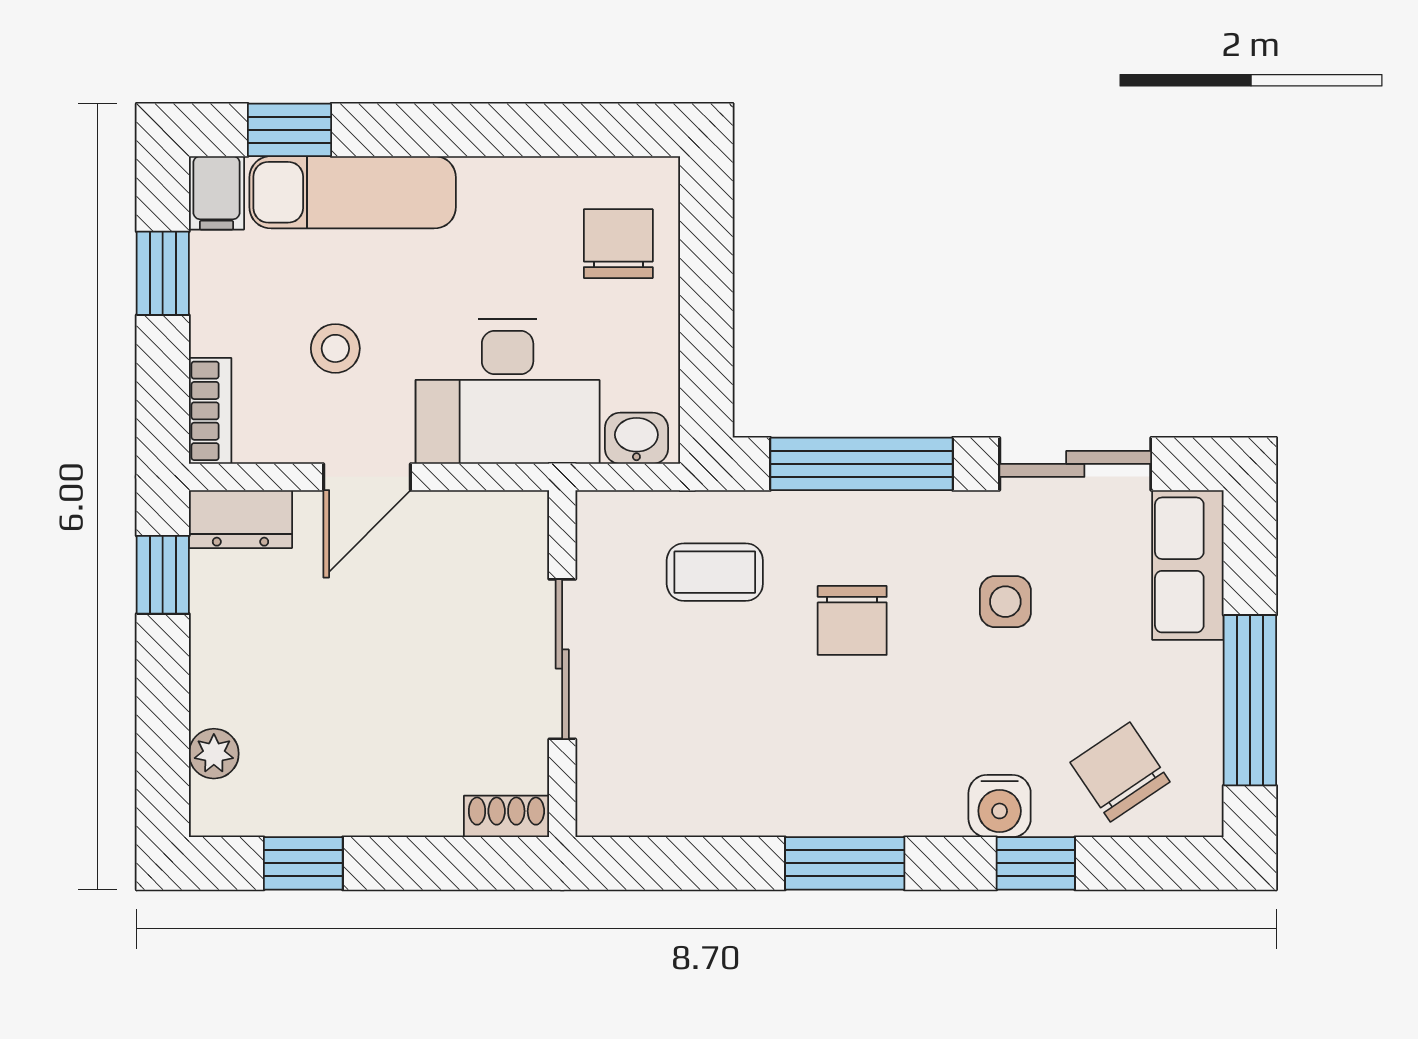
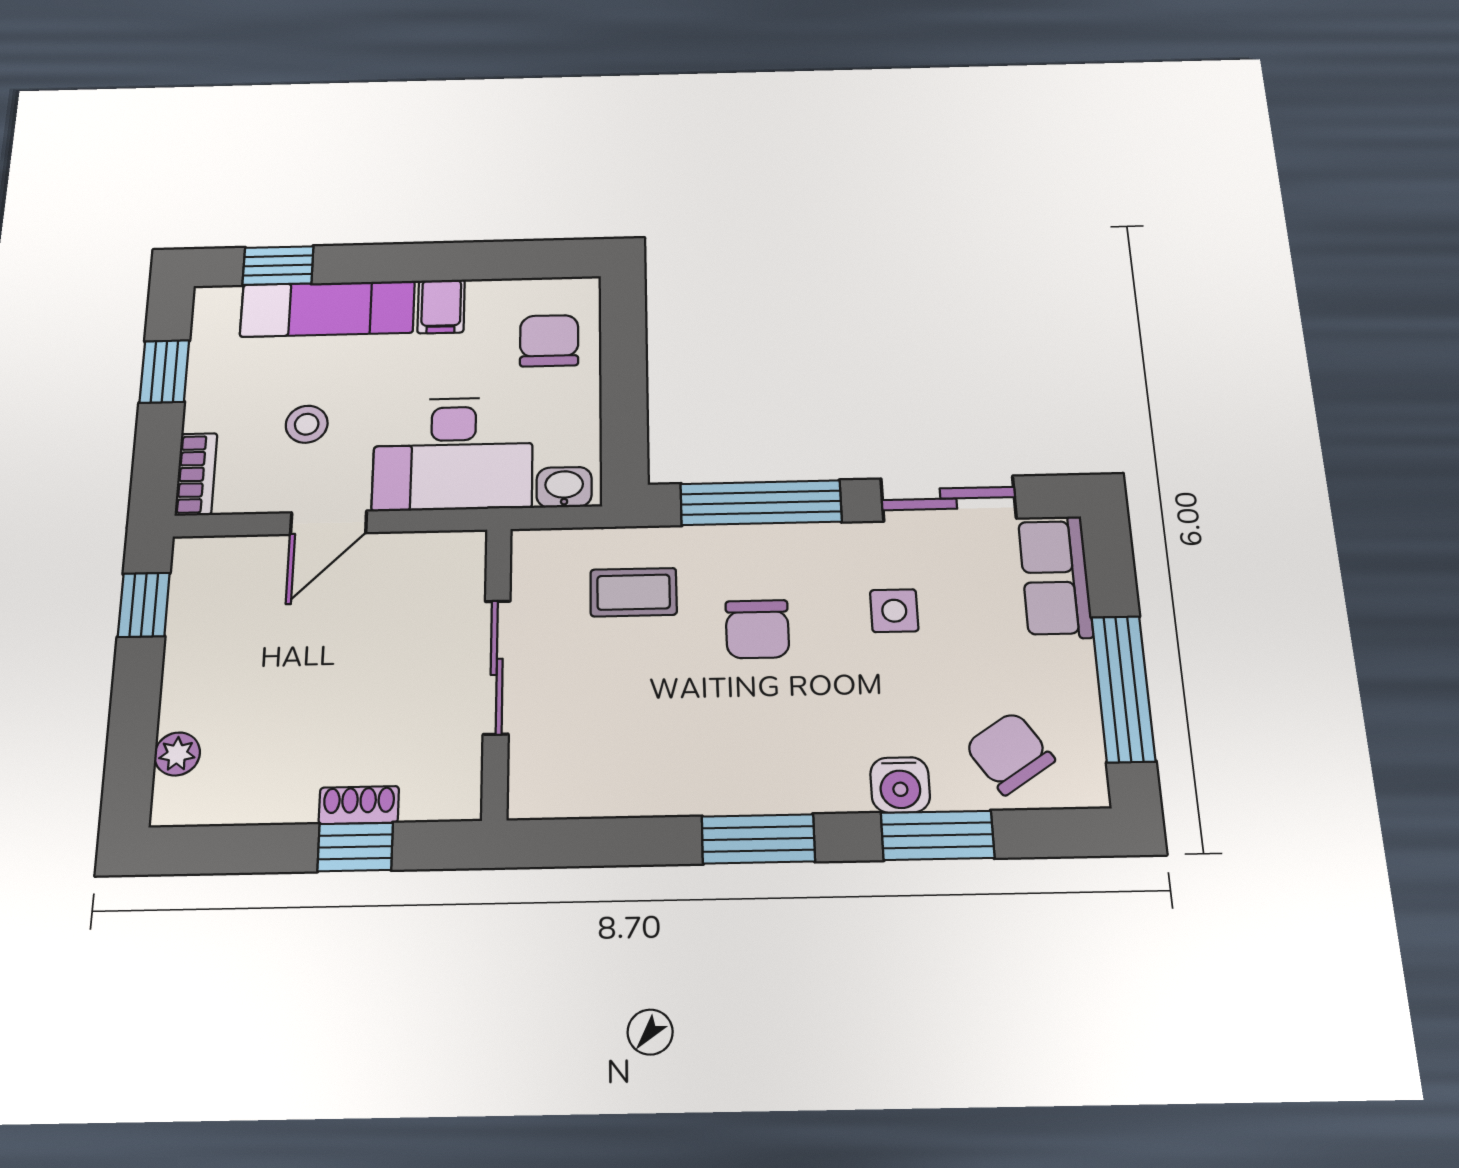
filing cabinet: (216, 193) -> (441, 306), moved
dresser: (240, 519) -> (216, 559), removed
shoe rack: (506, 816) -> (359, 805), moved
window: (303, 863) -> (355, 847), moved
window: (1036, 863) -> (937, 835), width x1.50

